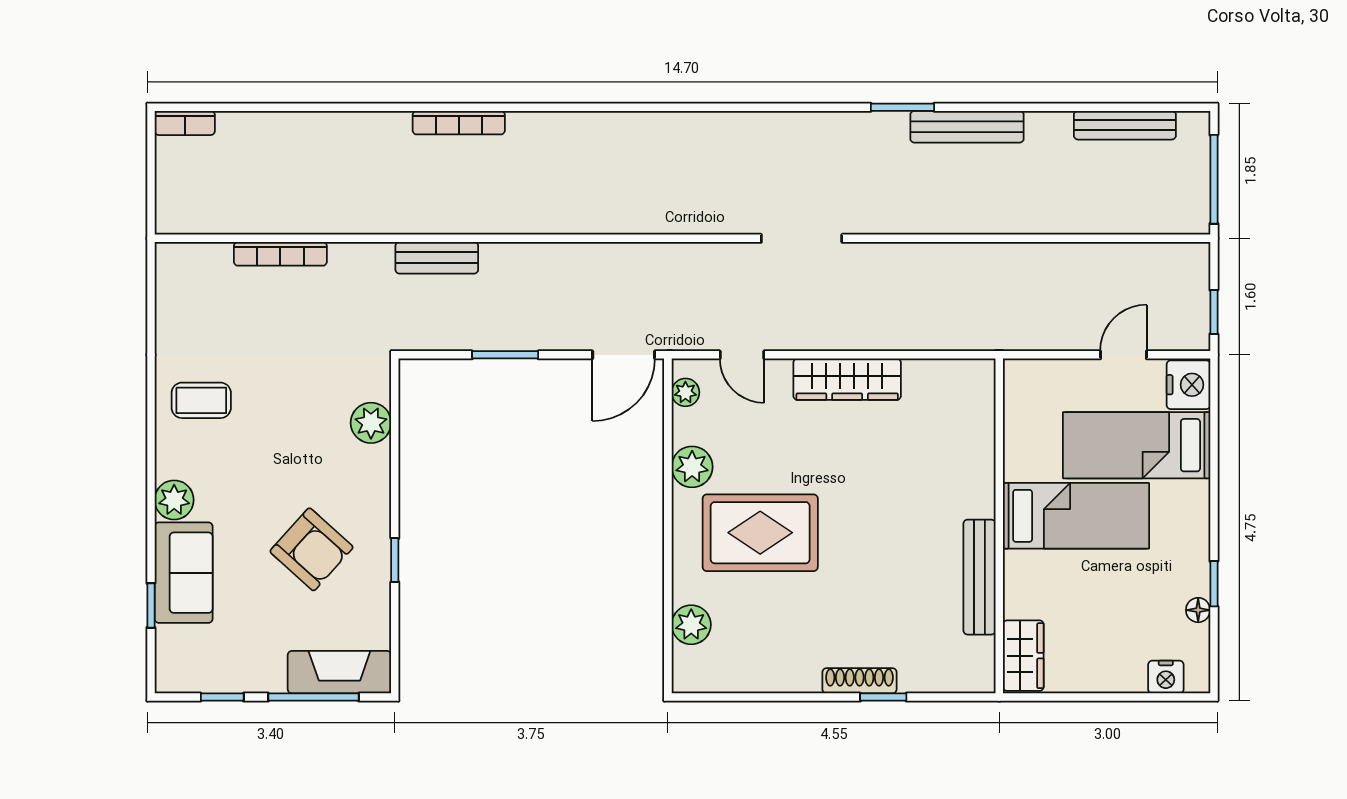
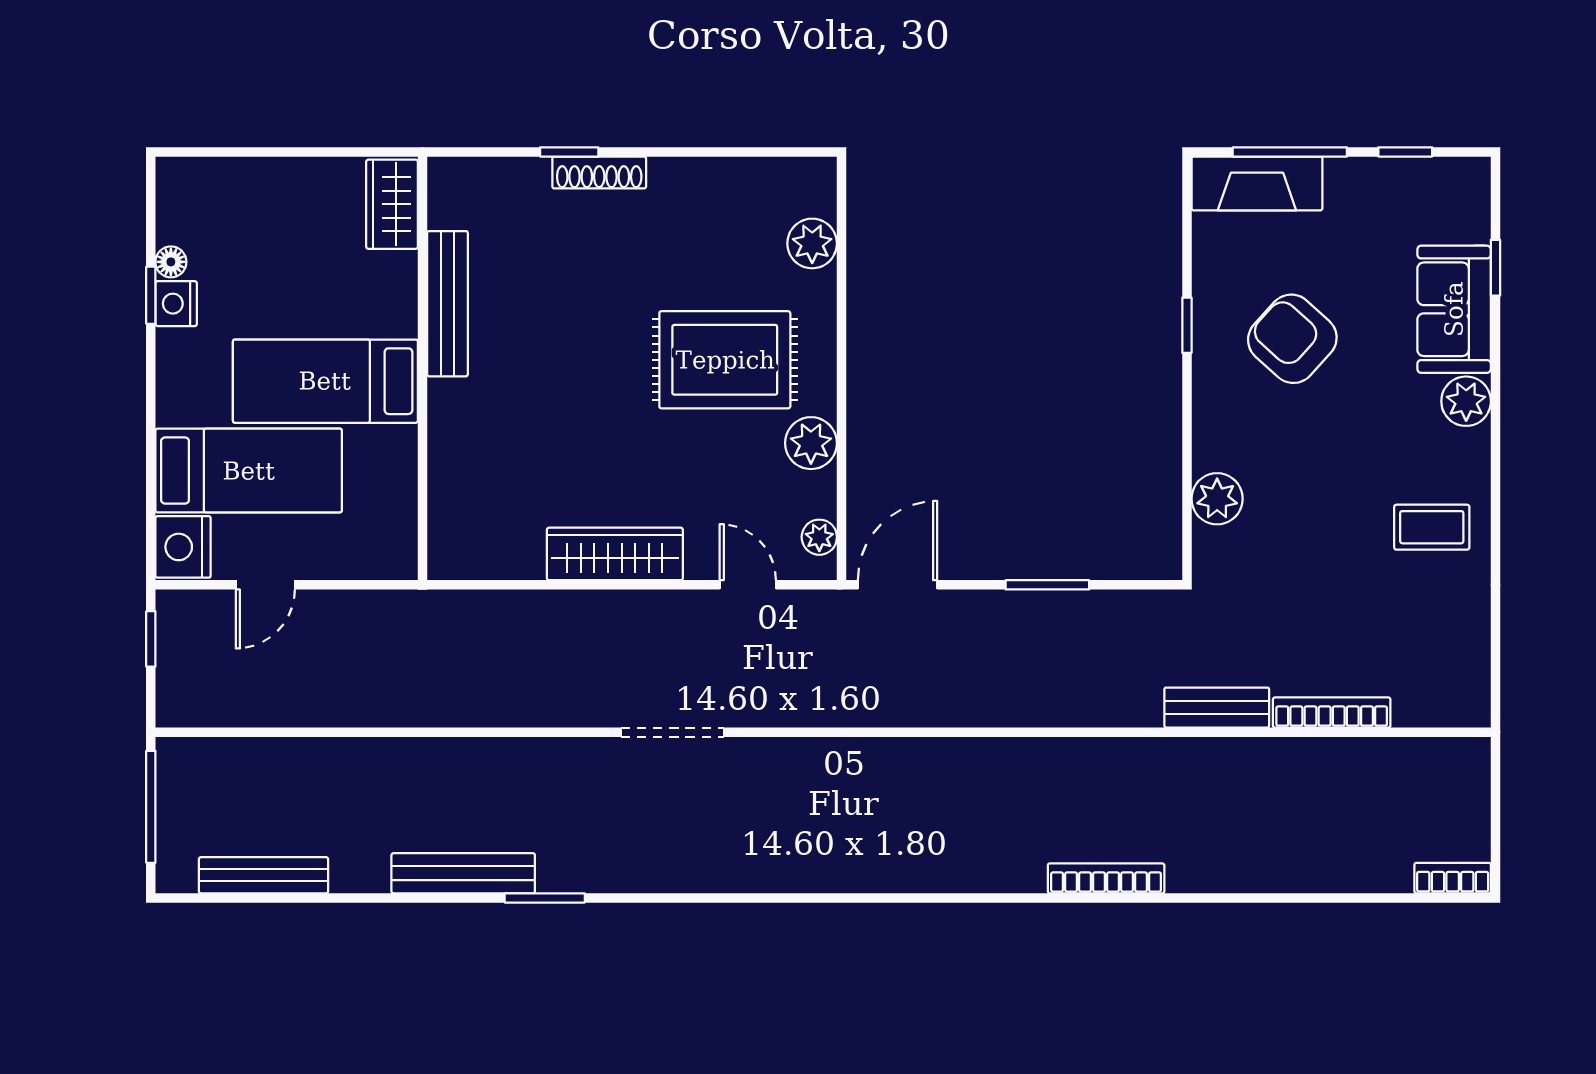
bench: (437, 258) -> (1217, 708), moved
nightstand: (1166, 677) -> (176, 304), moved, turned -90

